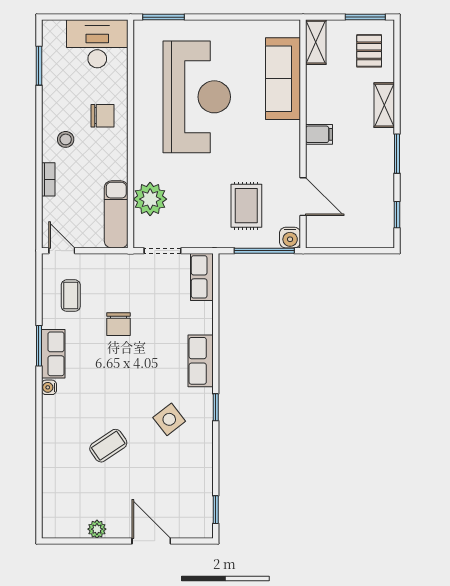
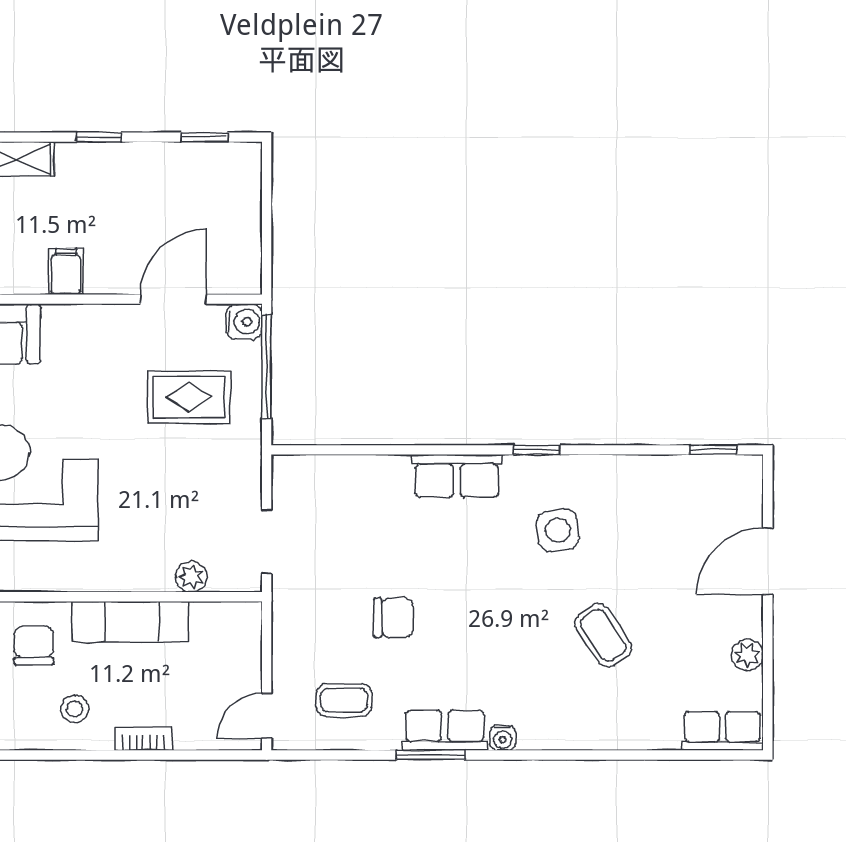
window: (397, 154) -> (99, 137), width x0.67
plant: (150, 199) -> (191, 577), width x0.53, depth x0.53
exam couch: (116, 214) -> (130, 622), moved
row of seats: (202, 277) -> (722, 731), moved, turned 180
side table: (169, 419) -> (558, 530), turned 30

